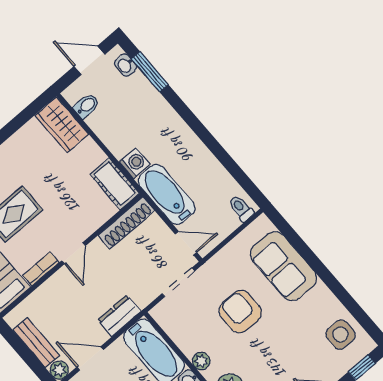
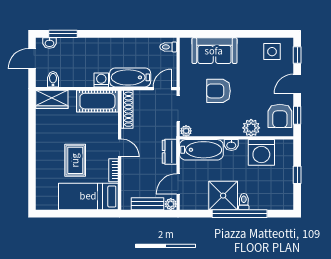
cot: (115, 184) -> (97, 101), width x1.37, depth x1.34
plant: (201, 361) -> (186, 131), moved

